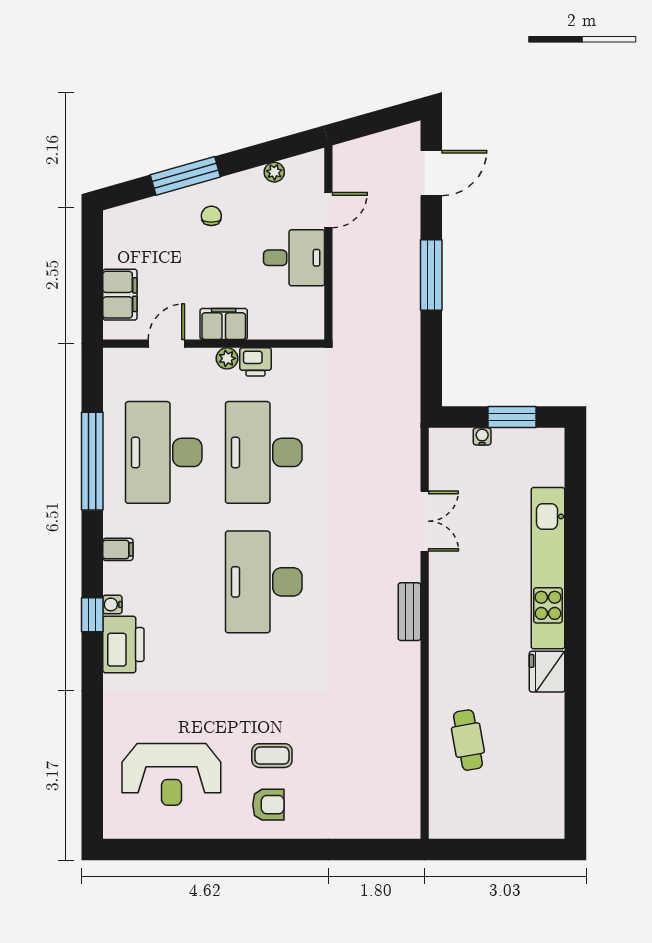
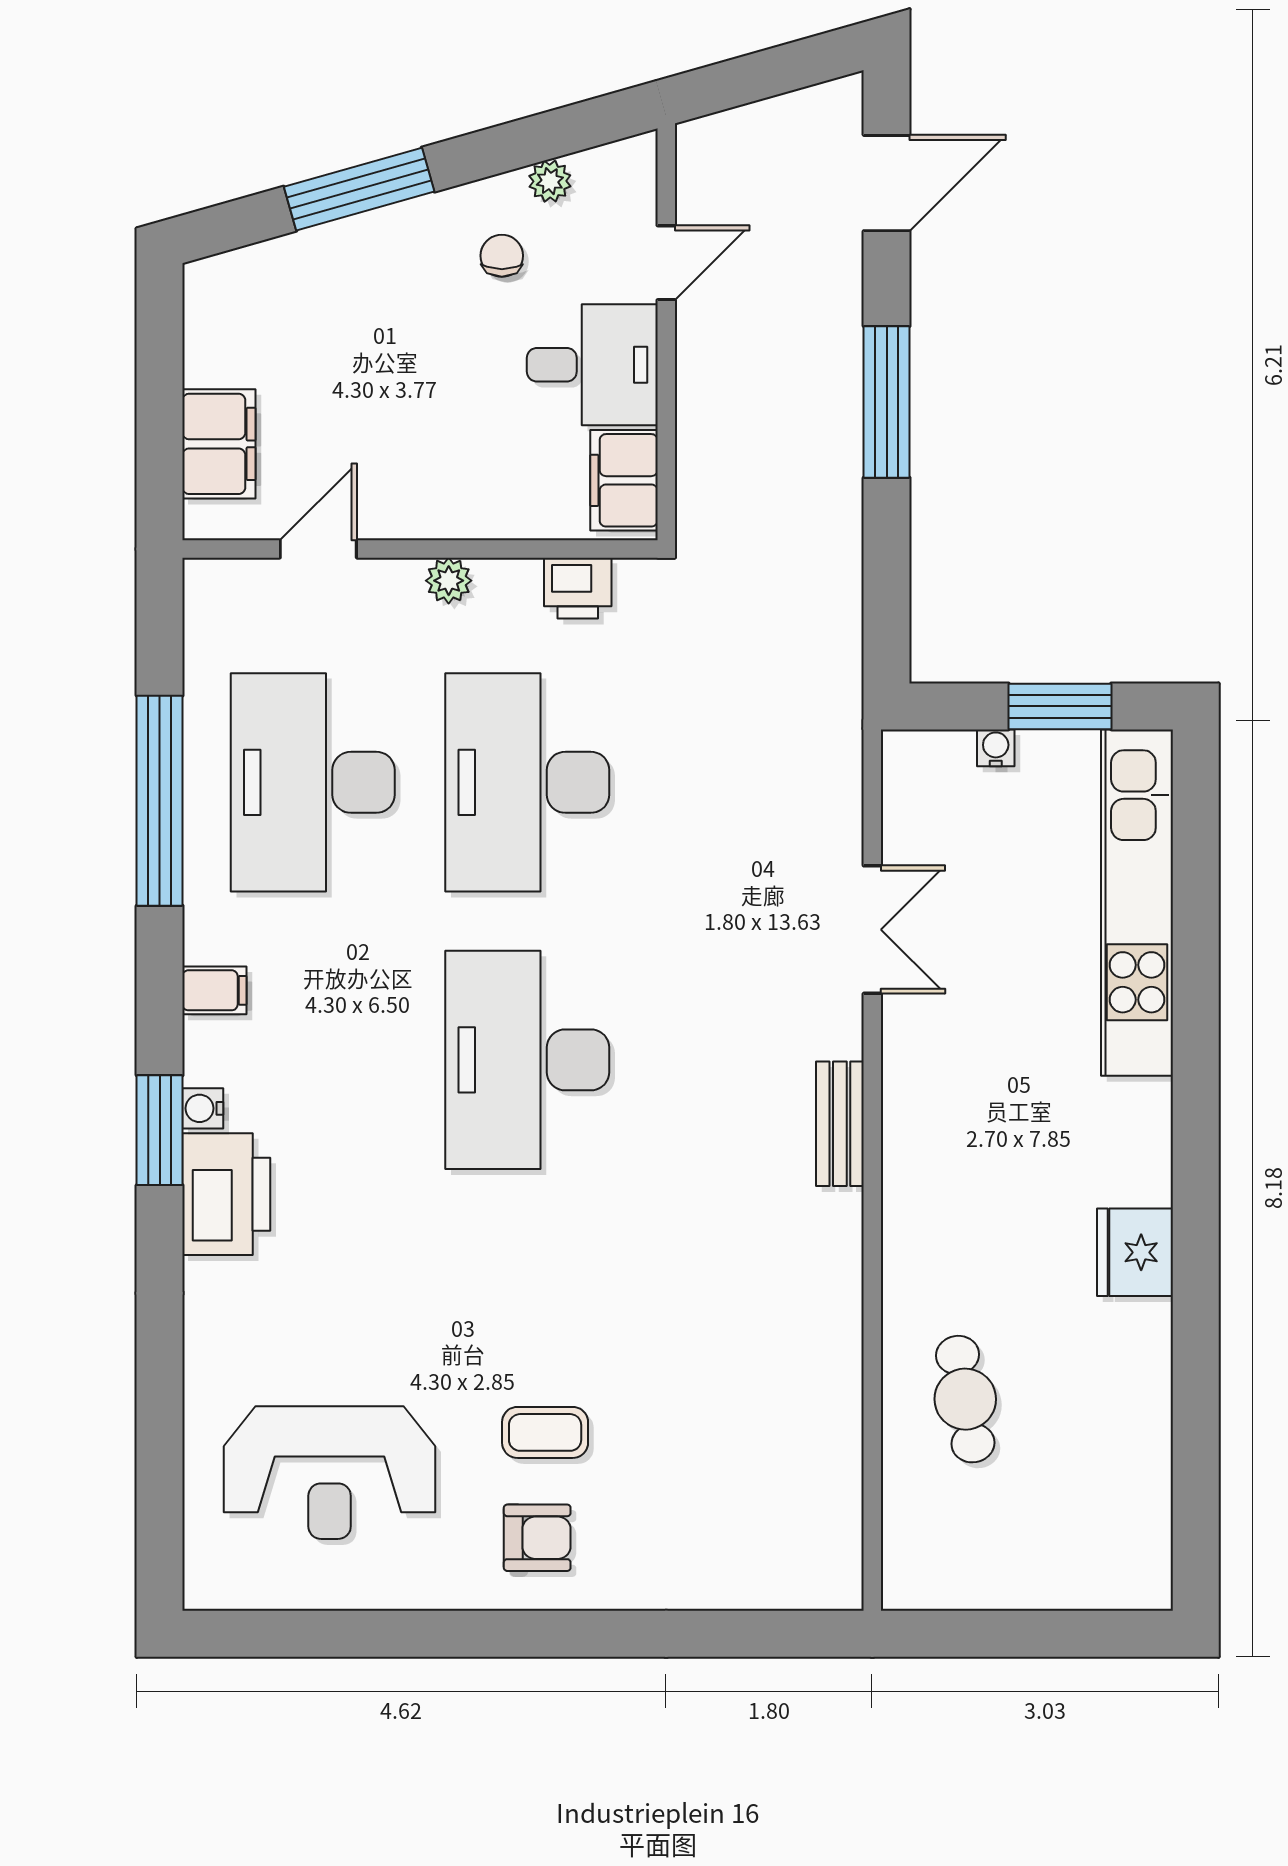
chair: (211, 216) -> (502, 256), moved
filing cabinet: (224, 324) -> (624, 480), moved, turned -90
printer: (256, 362) -> (578, 588), moved
kitchen unit: (548, 568) -> (1137, 903), moved
window: (92, 615) -> (160, 1130), width x1.50

